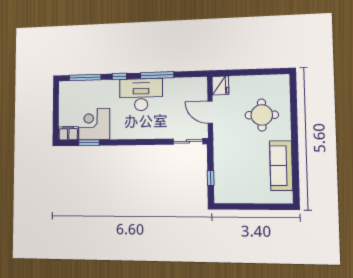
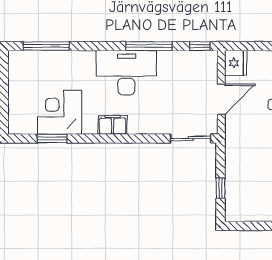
window: (119, 76) -> (200, 46), moved
door: (210, 112) -> (221, 99), swing flipped
filing cabinet: (68, 133) -> (113, 125), moved

